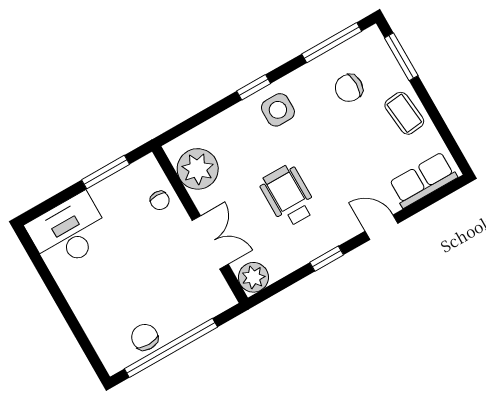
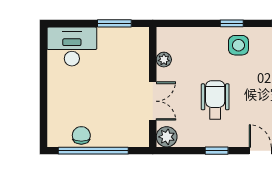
plant: (198, 169) -> (164, 60), width x0.53, depth x0.53
chair: (160, 200) -> (137, 59), removed

